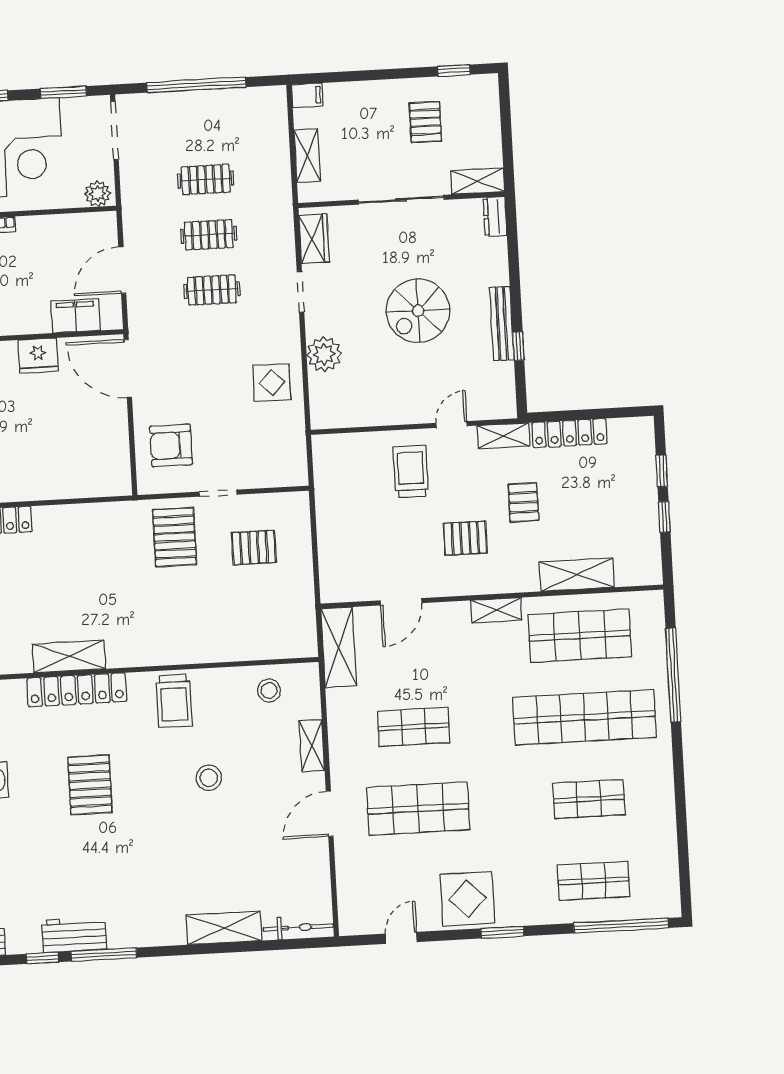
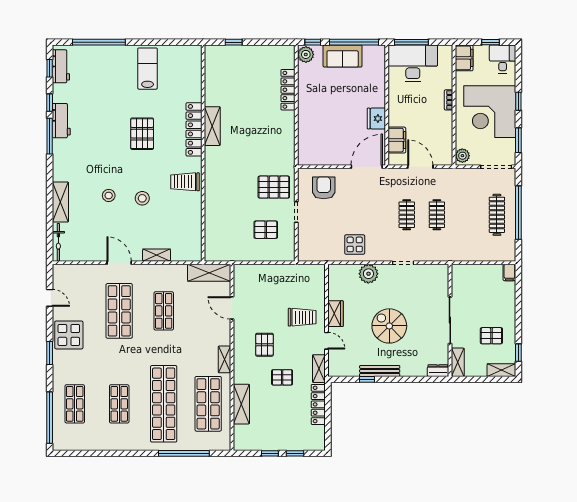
shelving: (307, 156) -> (501, 370), moved
clothes rail: (206, 179) -> (497, 215), moved, width x1.36
wardrobe: (314, 239) -> (335, 314), moved, turned -90
pallet: (254, 548) -> (266, 230), turned 90
stool: (269, 690) -> (109, 195), moved
pallet: (90, 785) -> (142, 134), turned 90

